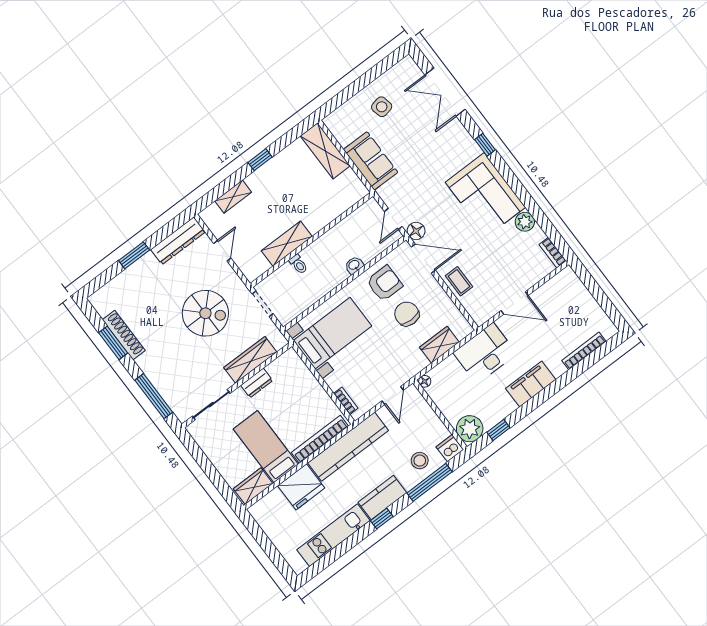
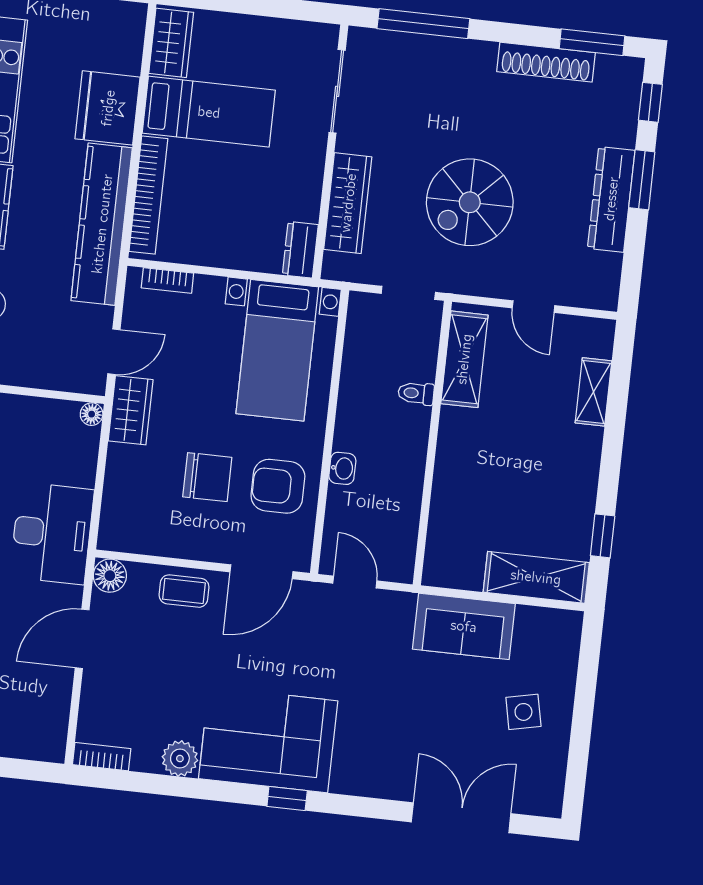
window: (485, 145) -> (287, 799), moved
window: (260, 160) -> (603, 536), moved
floor lamp: (416, 231) -> (110, 576), moved
dresser: (178, 241) -> (611, 199), moved
shelving: (287, 244) -> (464, 359), moved
window: (101, 280) -> (650, 102), added
armchair: (384, 283) -> (278, 486), turned 90
window: (113, 343) -> (592, 42), moved
wardrobe: (439, 345) -> (131, 410), moved
dresser: (257, 383) -> (300, 250), moved
door: (393, 395) -> (114, 352), swing flipped

